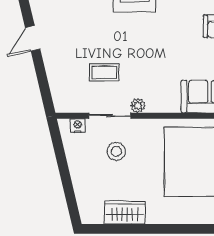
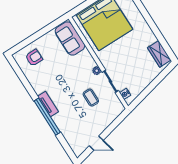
stool: (116, 151) -> (126, 67), removed
wardrobe: (125, 212) -> (159, 54), moved

